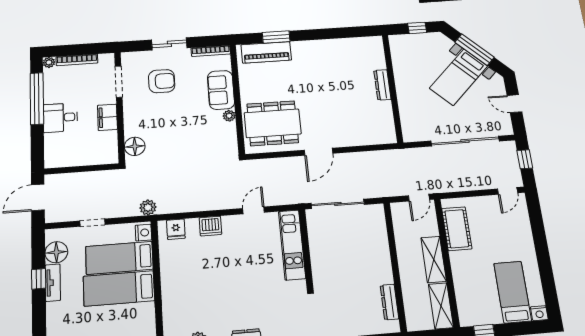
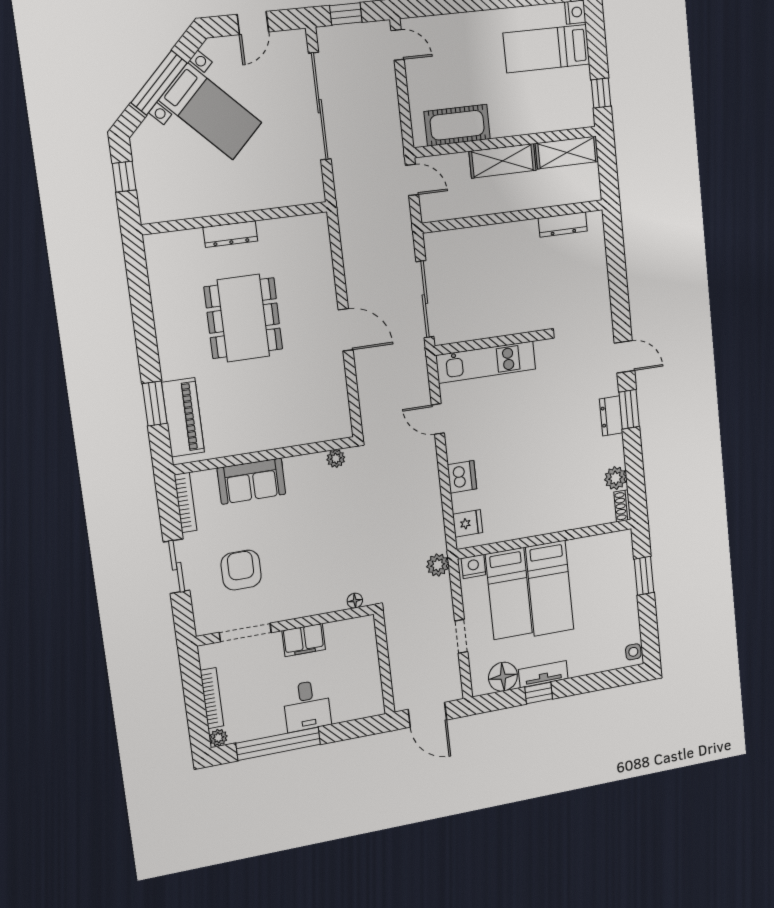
plant: (229, 116) -> (336, 458), moved
dining table: (273, 123) -> (243, 318), moved
floor lamp: (135, 146) -> (355, 601), width x0.53, depth x0.53

